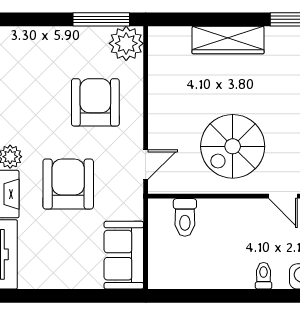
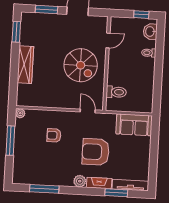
window: (101, 19) -> (10, 141), moved
plant: (126, 43) -> (20, 113), width x0.53, depth x0.53
armchair: (95, 102) -> (54, 135), width x0.53, depth x0.53

